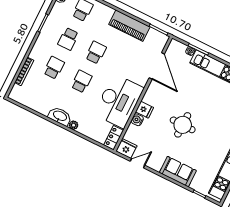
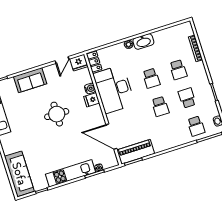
piano: (129, 26) -> (136, 152), moved

